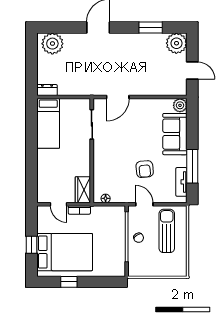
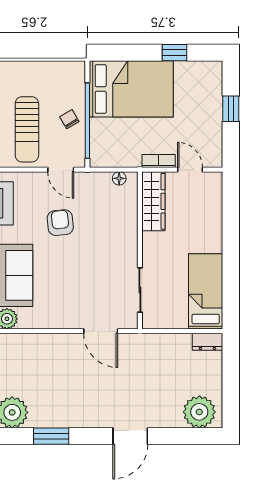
door: (118, 97) -> (101, 331), swing flipped
wardrobe: (83, 190) -> (153, 201), width x1.50
bed: (65, 252) -> (131, 89), moved, turned 180

